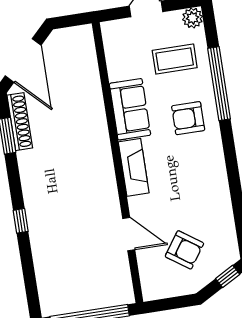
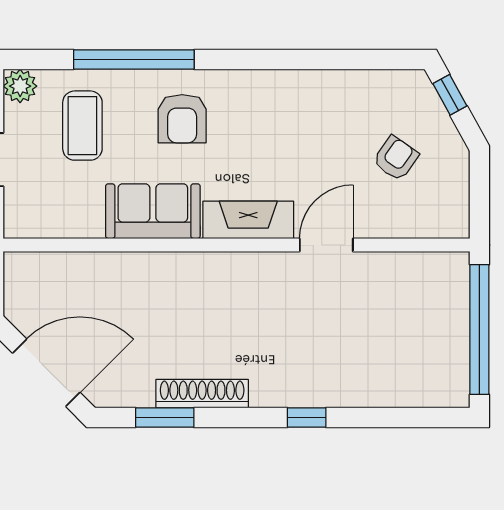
shoe rack: (20, 122) -> (202, 394), moved
door: (129, 234) -> (326, 245), moved
armchair: (184, 250) -> (396, 158), width x0.72, depth x0.72

